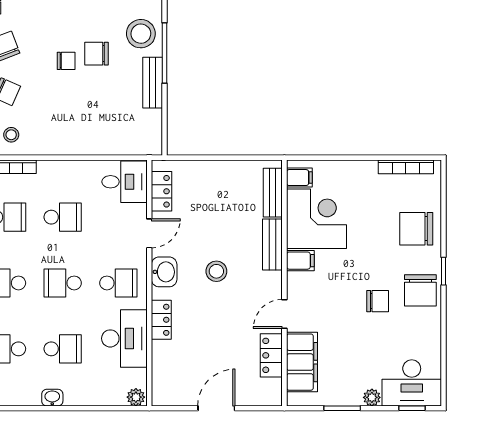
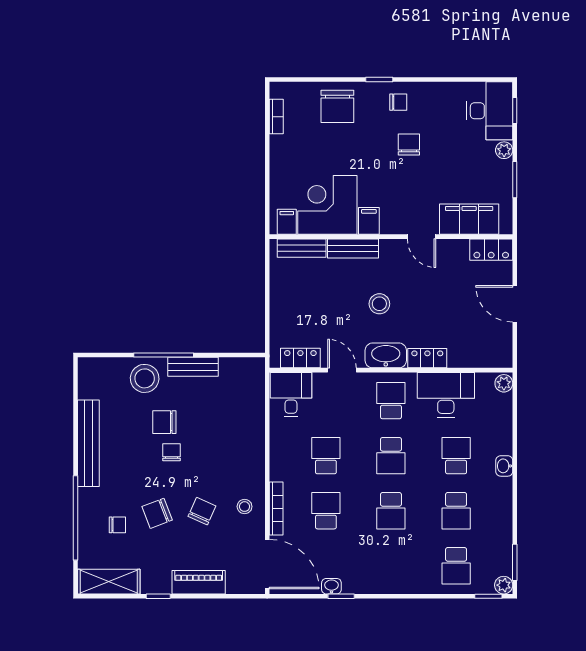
chair: (97, 54) -> (164, 422), turned 90
bookcase: (406, 167) -> (276, 117), width x0.64
washbasin: (164, 272) -> (386, 355), width x1.38
chair: (420, 290) -> (398, 102), width x0.54, depth x0.54
locker: (271, 355) -> (491, 250), moved

